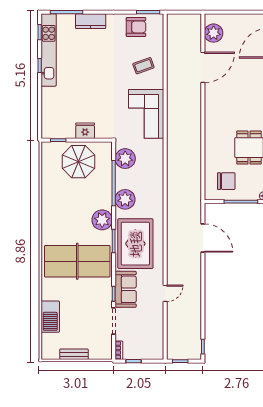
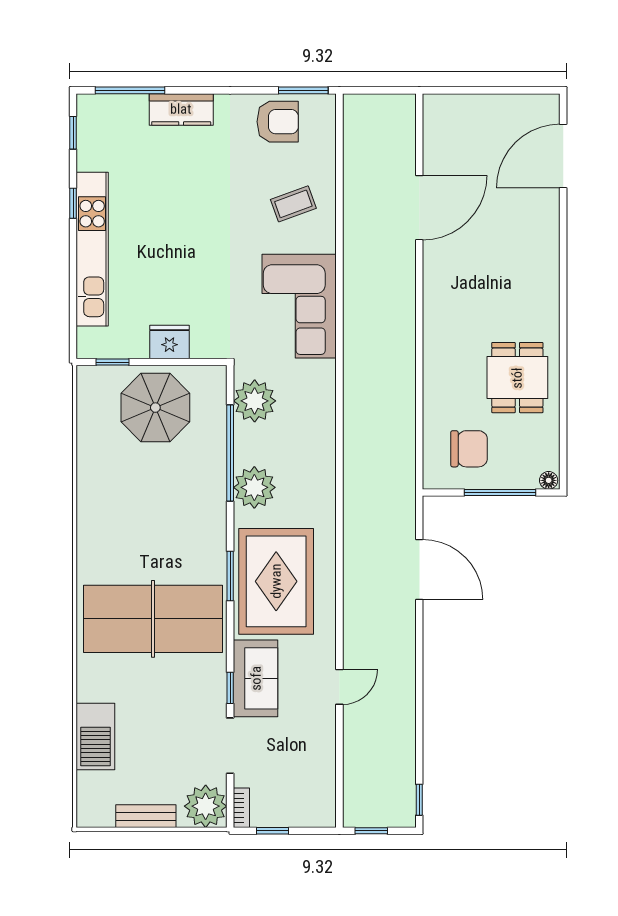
plant: (214, 33) -> (442, 135), removed
kitchen unit: (49, 50) -> (92, 249), moved
plant: (102, 220) -> (206, 806), moved

